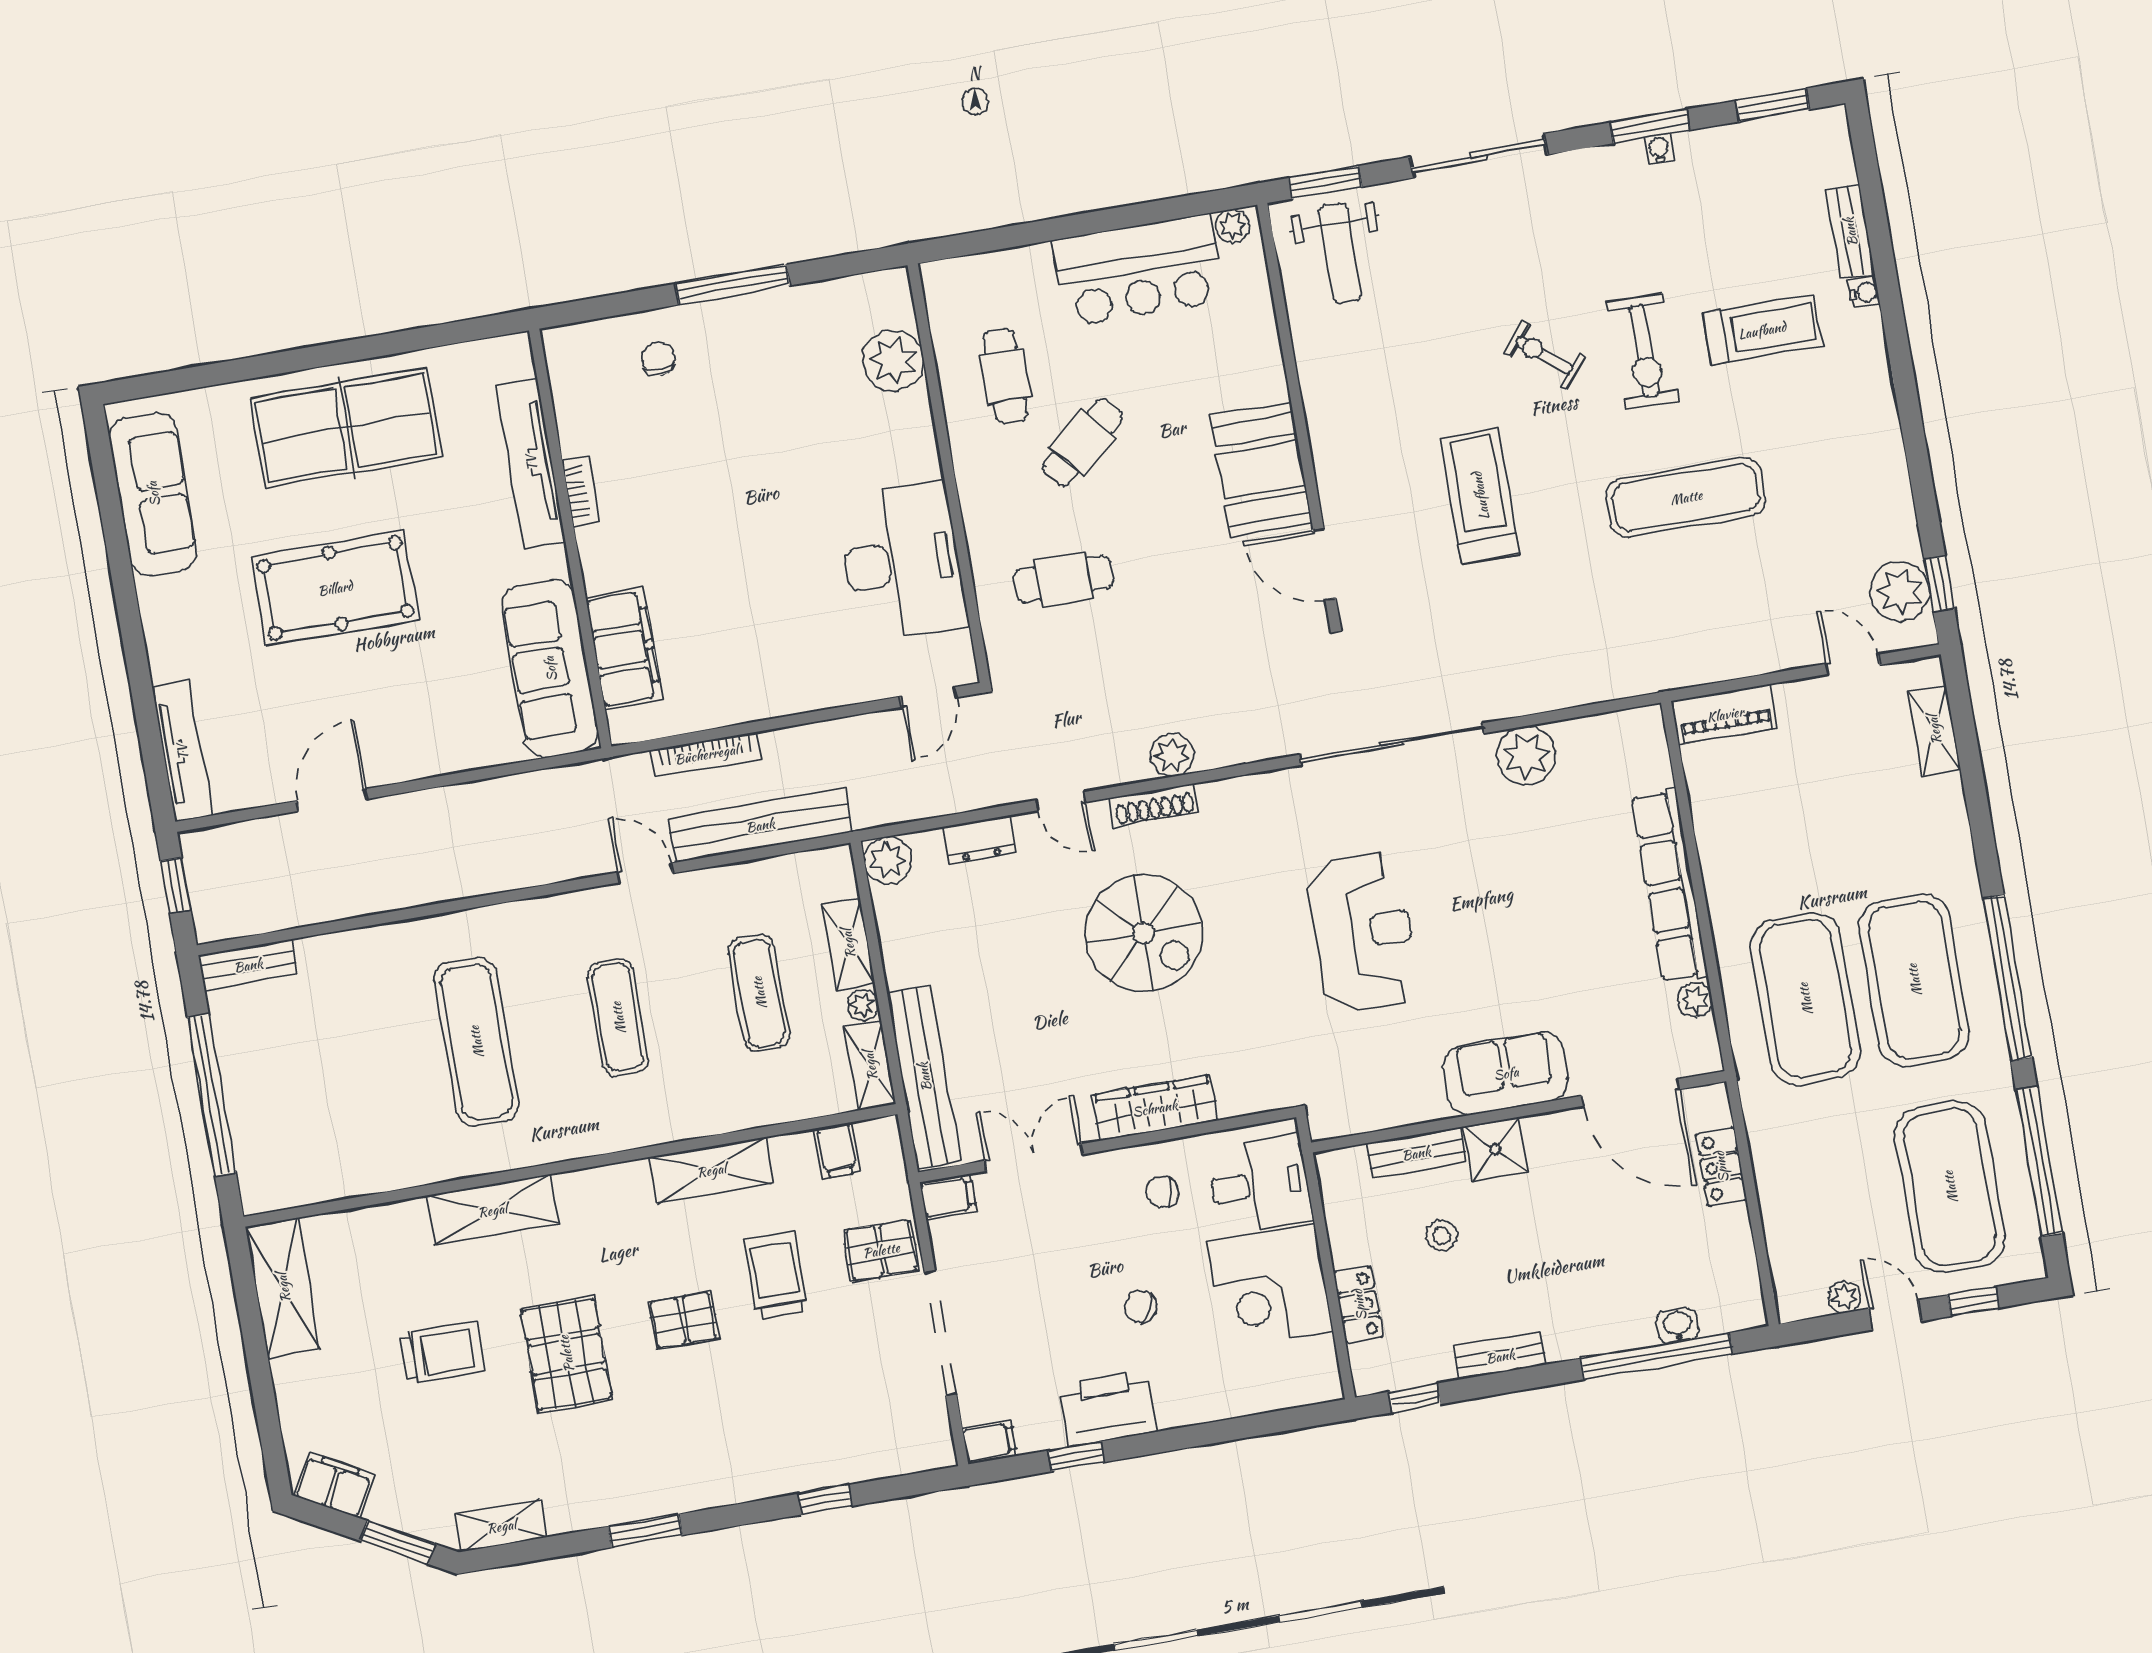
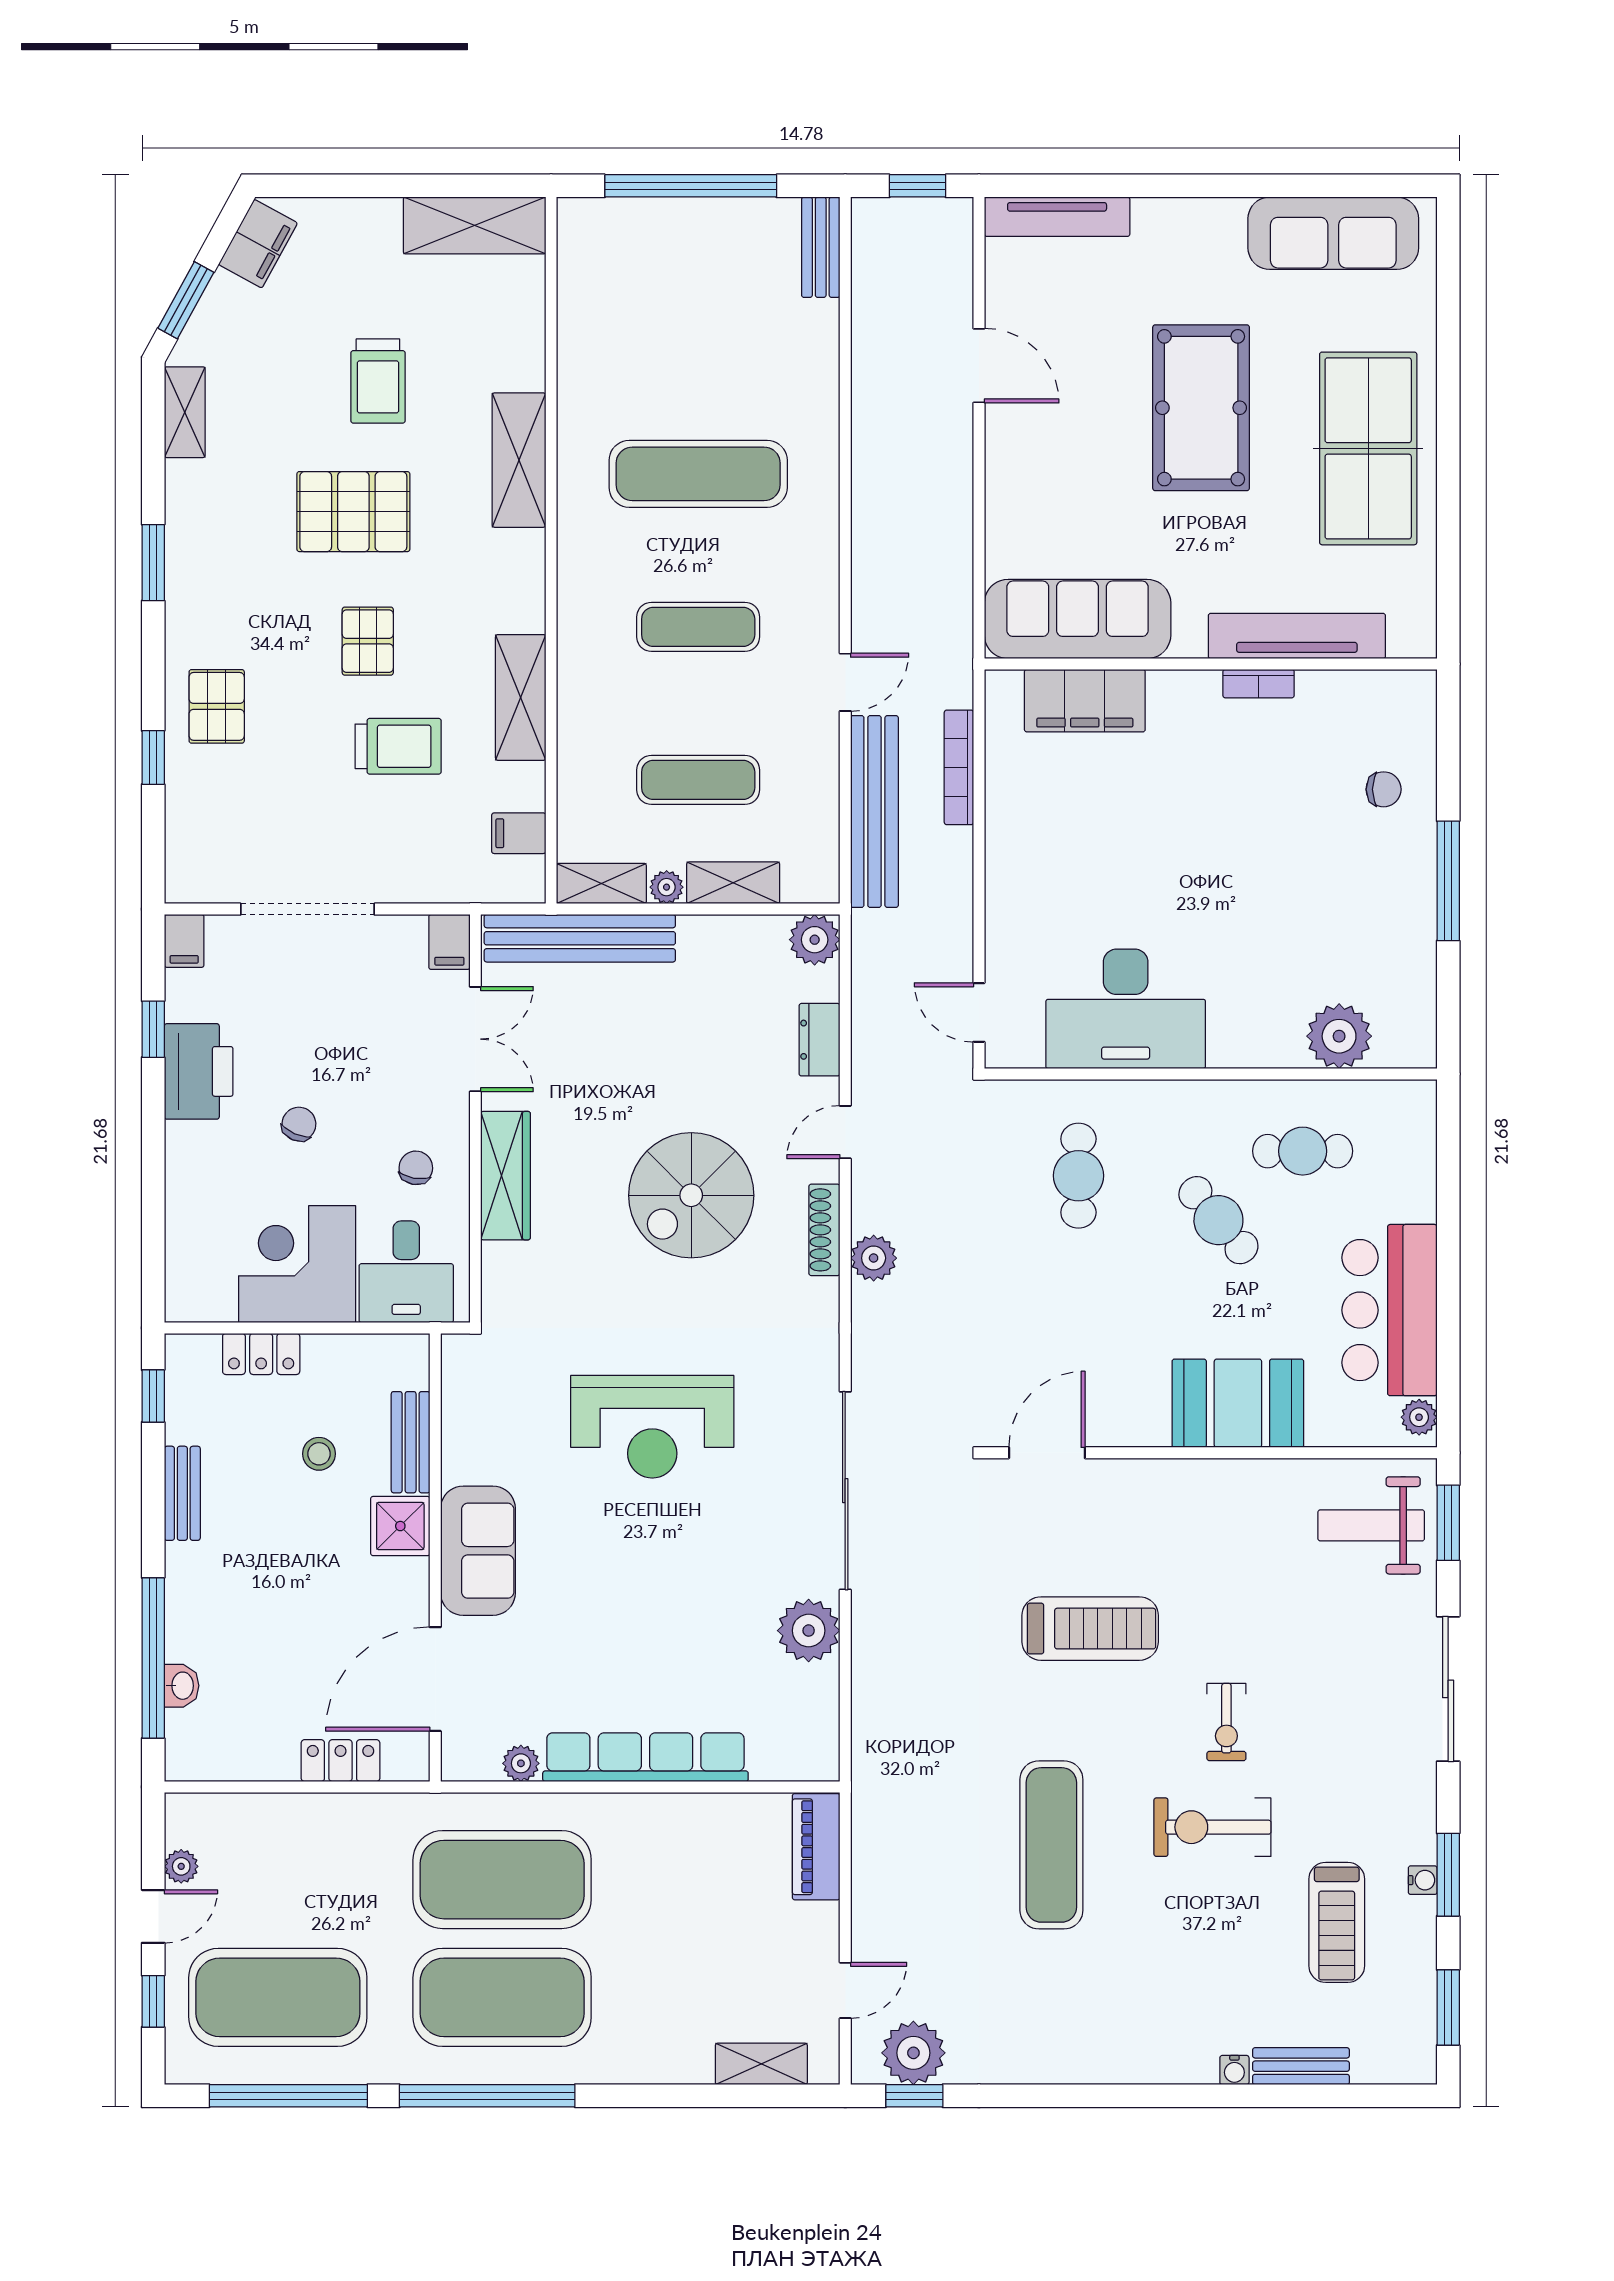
treadmill: (1762, 330) -> (1337, 1922), moved
exercise bike: (1544, 355) -> (1226, 1722), turned 140
booth: (1261, 470) -> (1238, 1403), moved
pallet: (881, 1250) -> (217, 706), moved

